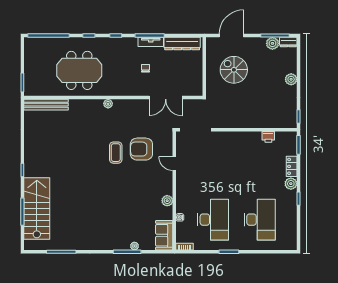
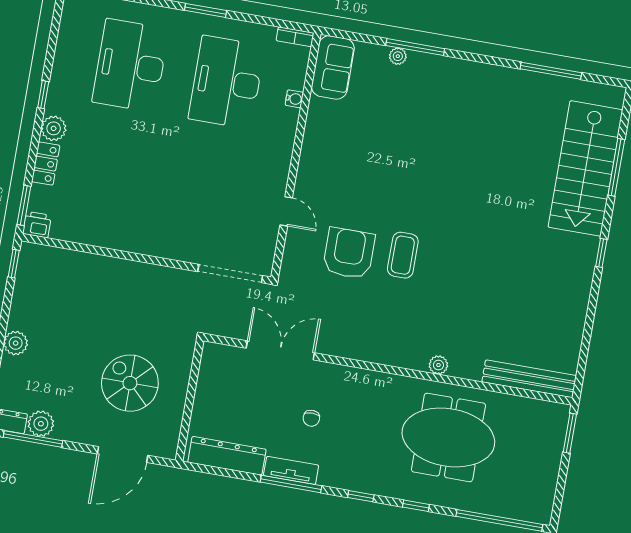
spiral stairs: (234, 70) -> (130, 383), turned 180
plant: (108, 104) -> (438, 365), moved
printer: (268, 137) -> (37, 225), moved
armchair: (141, 149) -> (349, 253), turned -90
plant: (167, 201) -> (314, 138), removed

